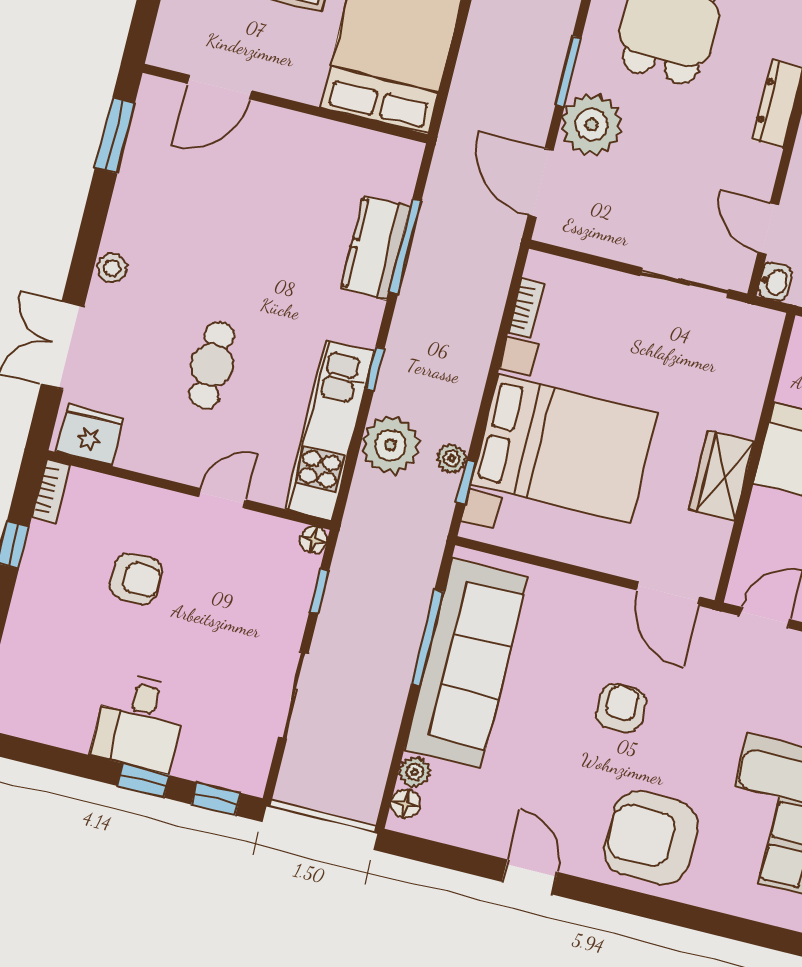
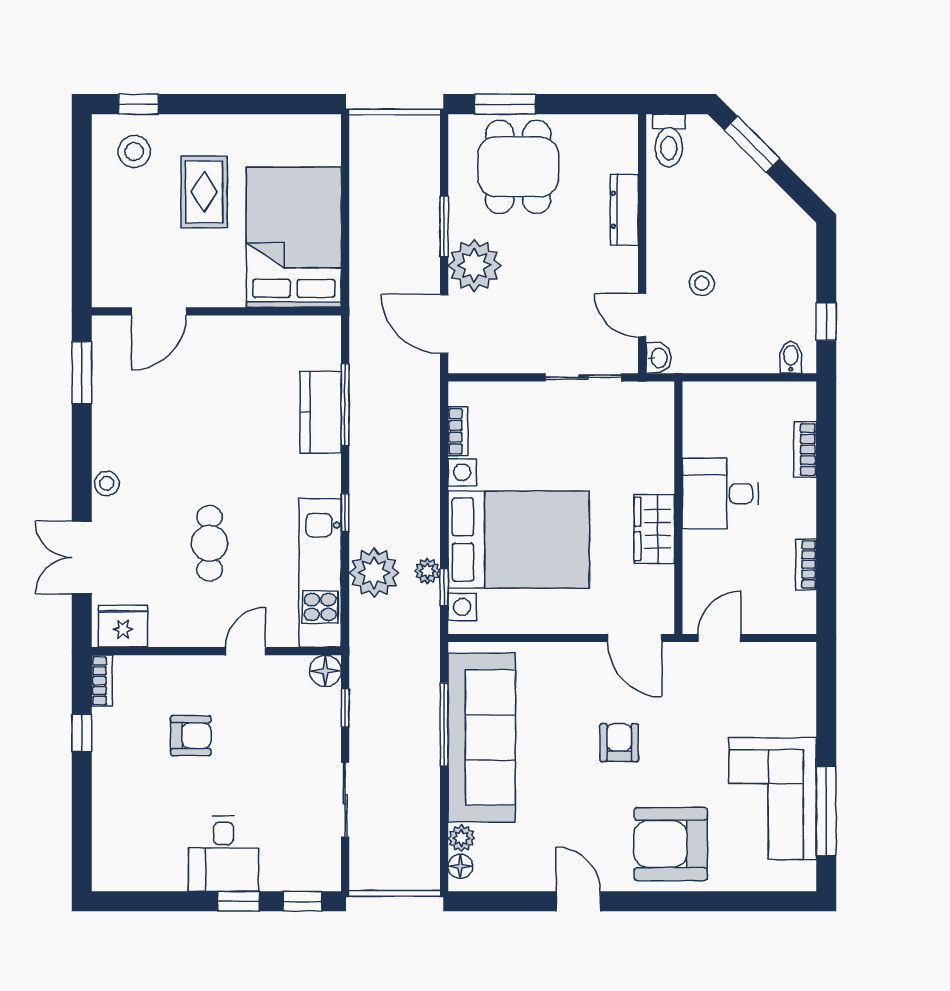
floor lamp: (313, 540) -> (325, 671), width x1.37, depth x1.37

